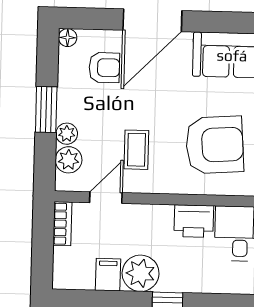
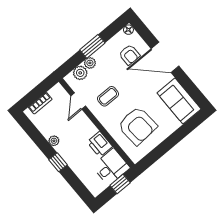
door: (106, 198) -> (78, 101), swing flipped
bookcase: (62, 224) -> (40, 103), moved
plant: (141, 273) -> (54, 141), width x0.53, depth x0.53
filing cabinet: (108, 275) -> (48, 129), removed

